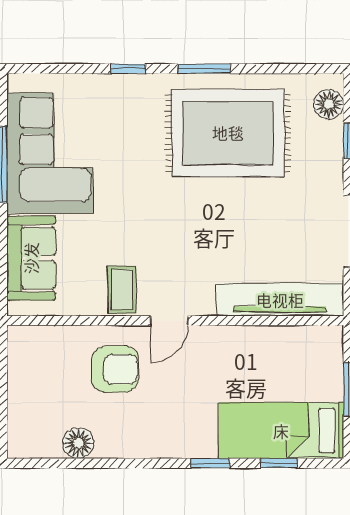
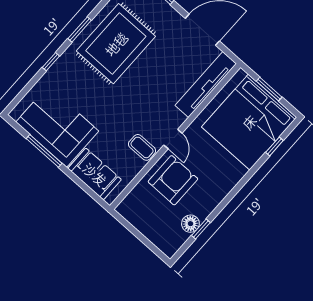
armchair: (115, 369) -> (173, 180), width x1.36, depth x1.36
bed: (281, 431) -> (249, 122), width x2.04
window: (210, 463) -> (201, 229), moved

